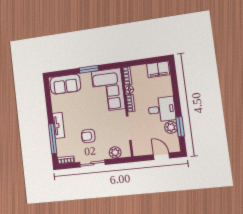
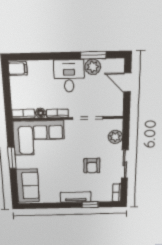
filing cabinet: (158, 69) -> (18, 69), width x0.50
window: (53, 139) -> (90, 205), width x0.46
door: (161, 156) -> (127, 82), hinge flipped

